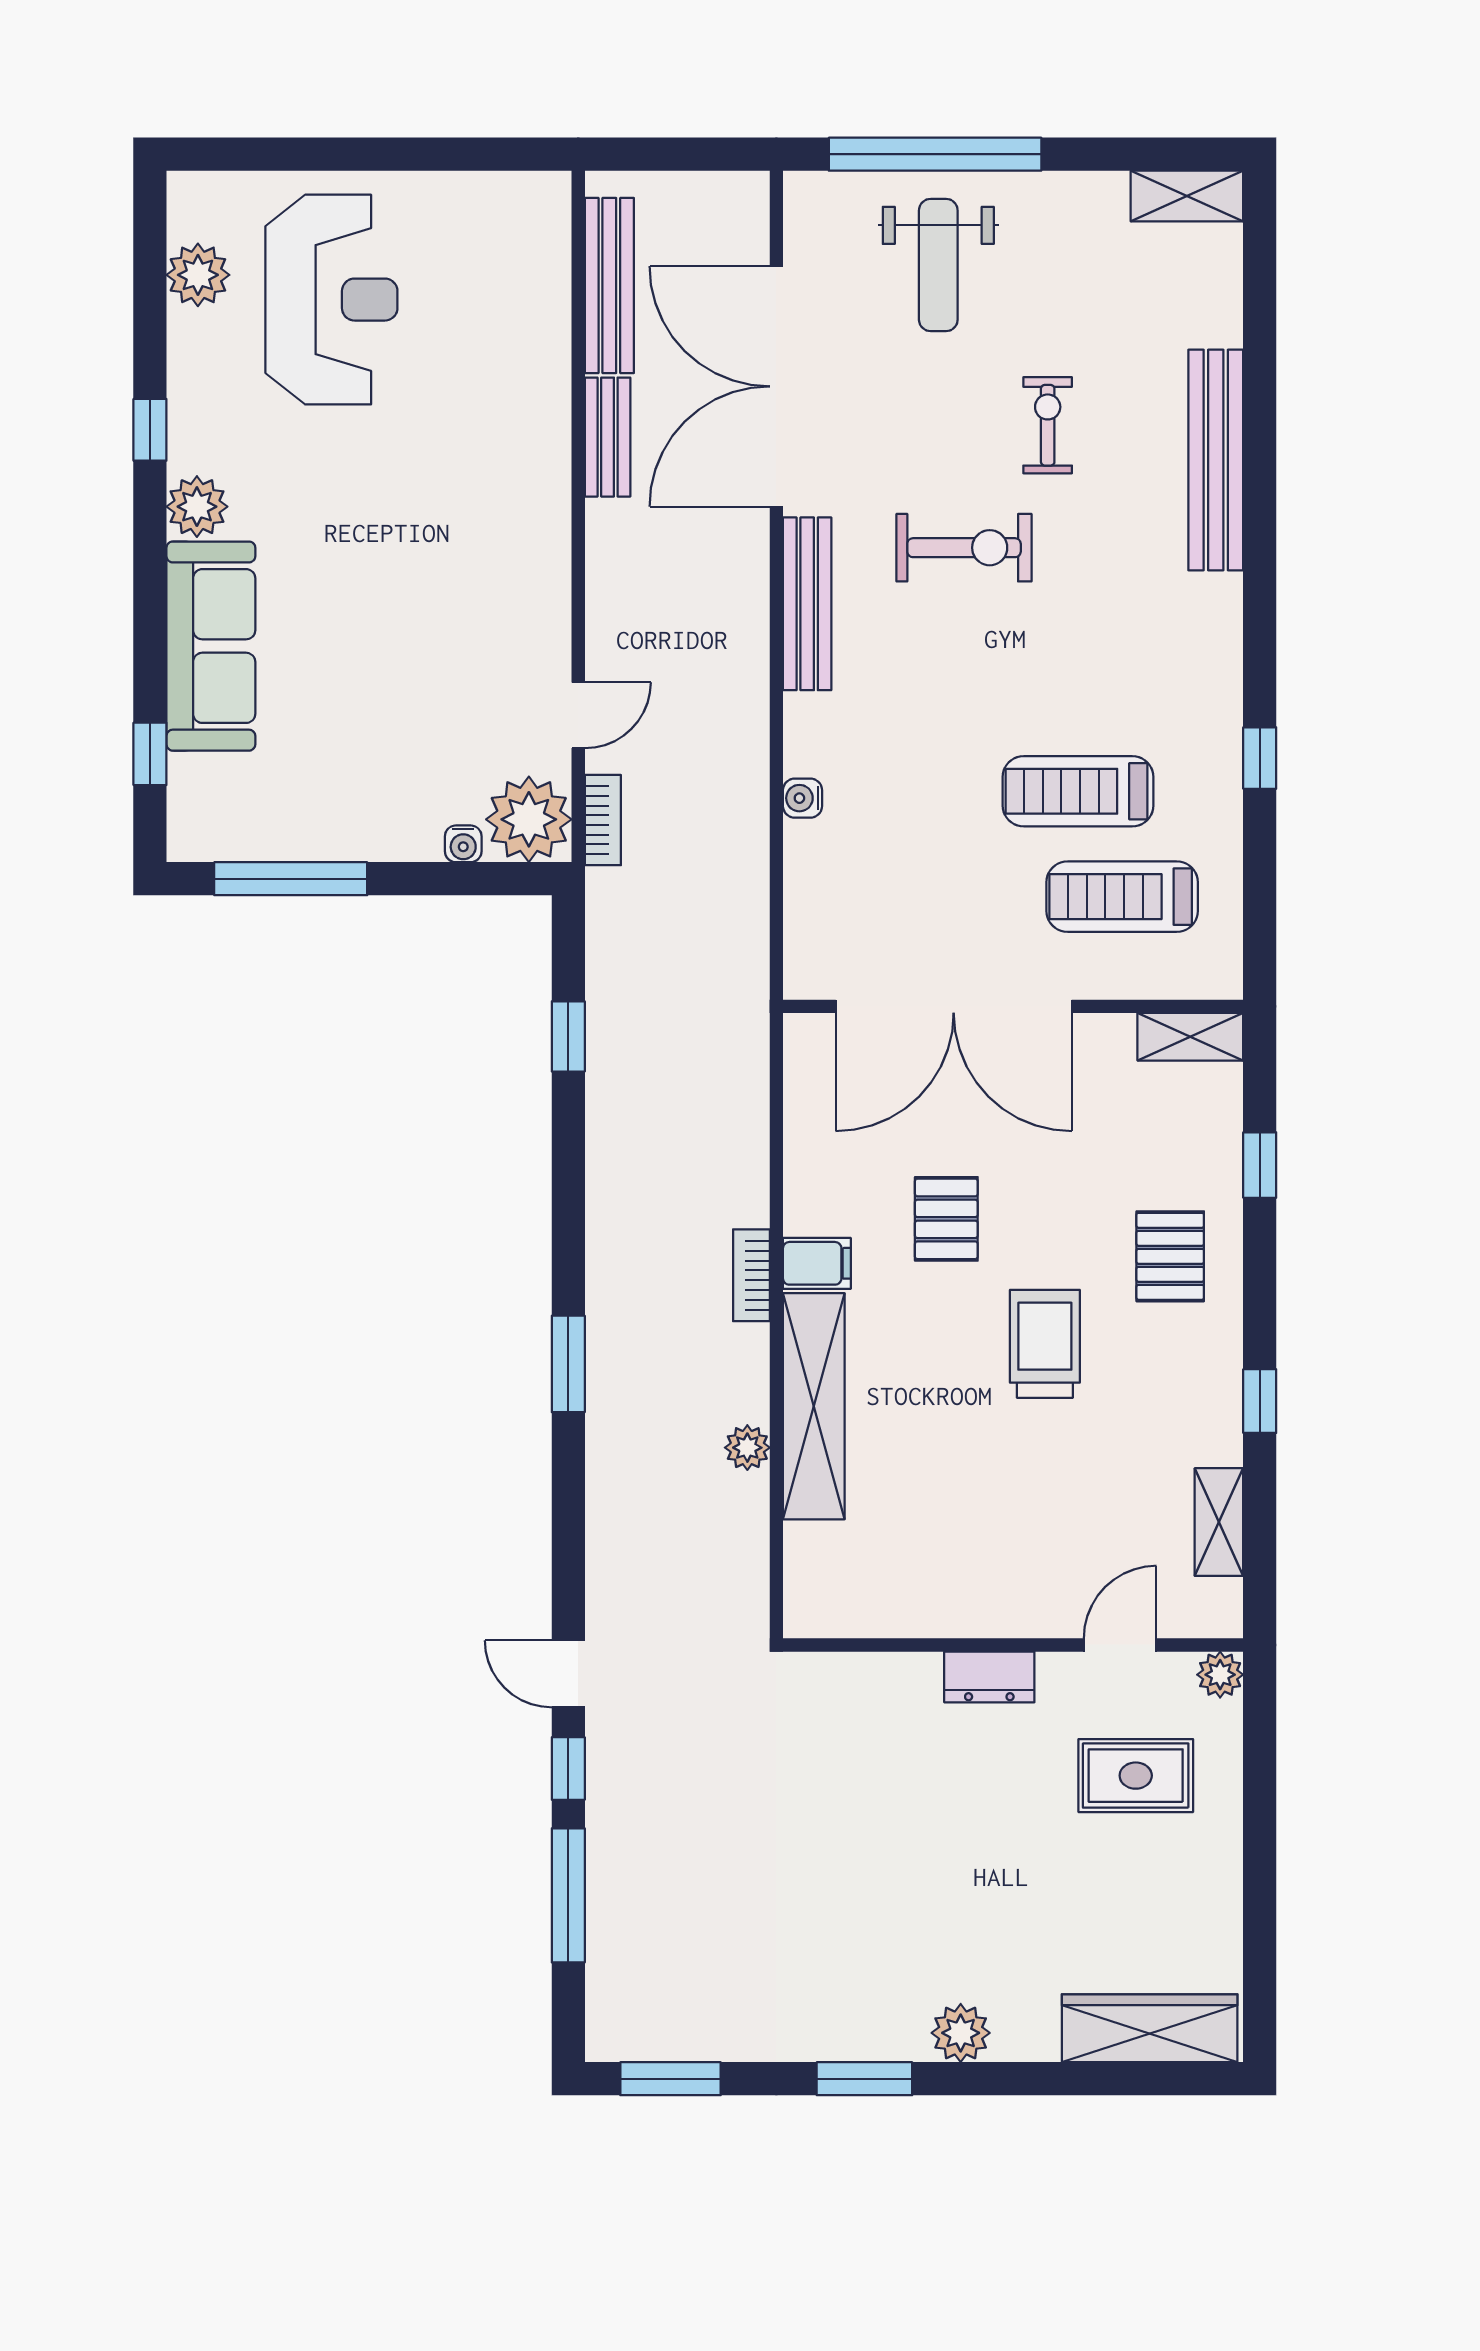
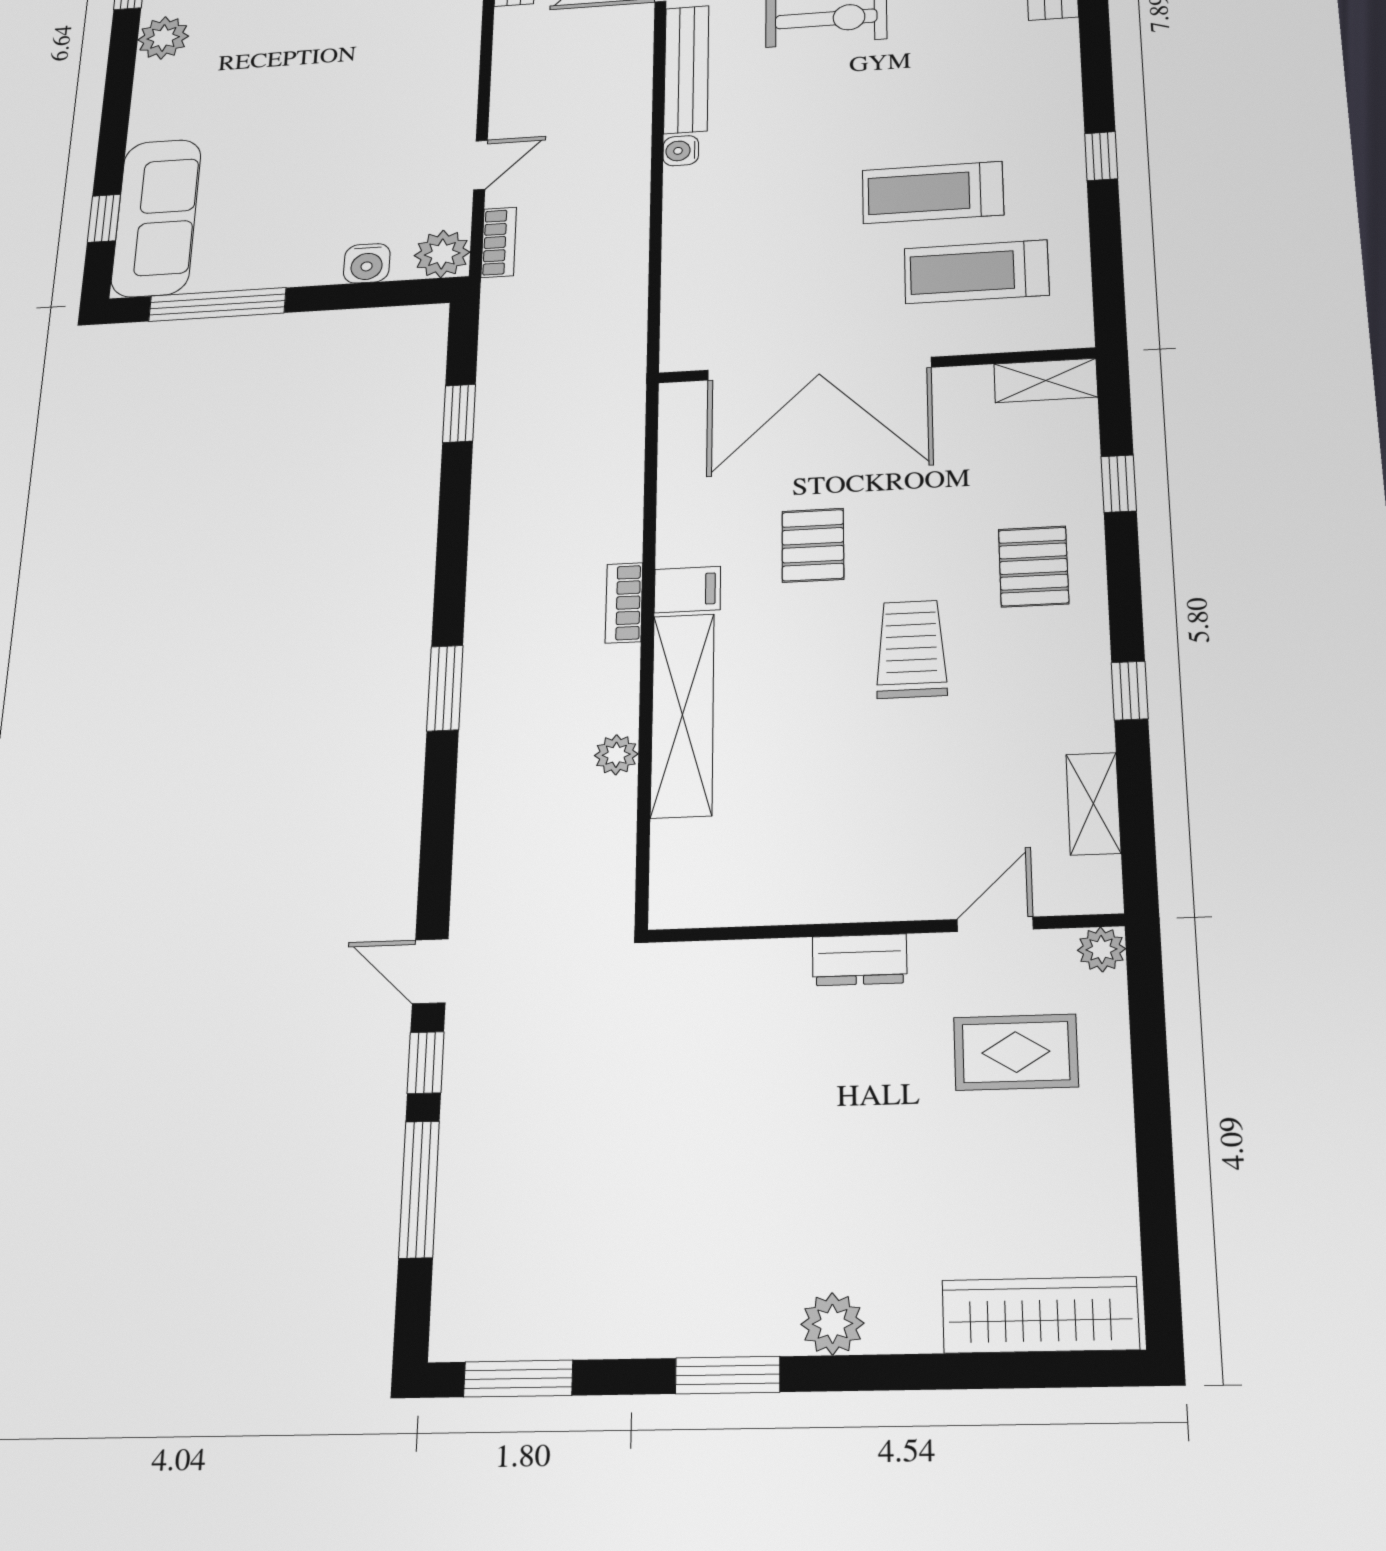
sofa: (211, 646) -> (156, 218), moved
water cooler: (803, 798) -> (681, 151), moved
plant: (529, 819) -> (442, 254), width x0.73, depth x0.73
water cooler: (463, 844) -> (367, 263), width x1.38, depth x1.38

